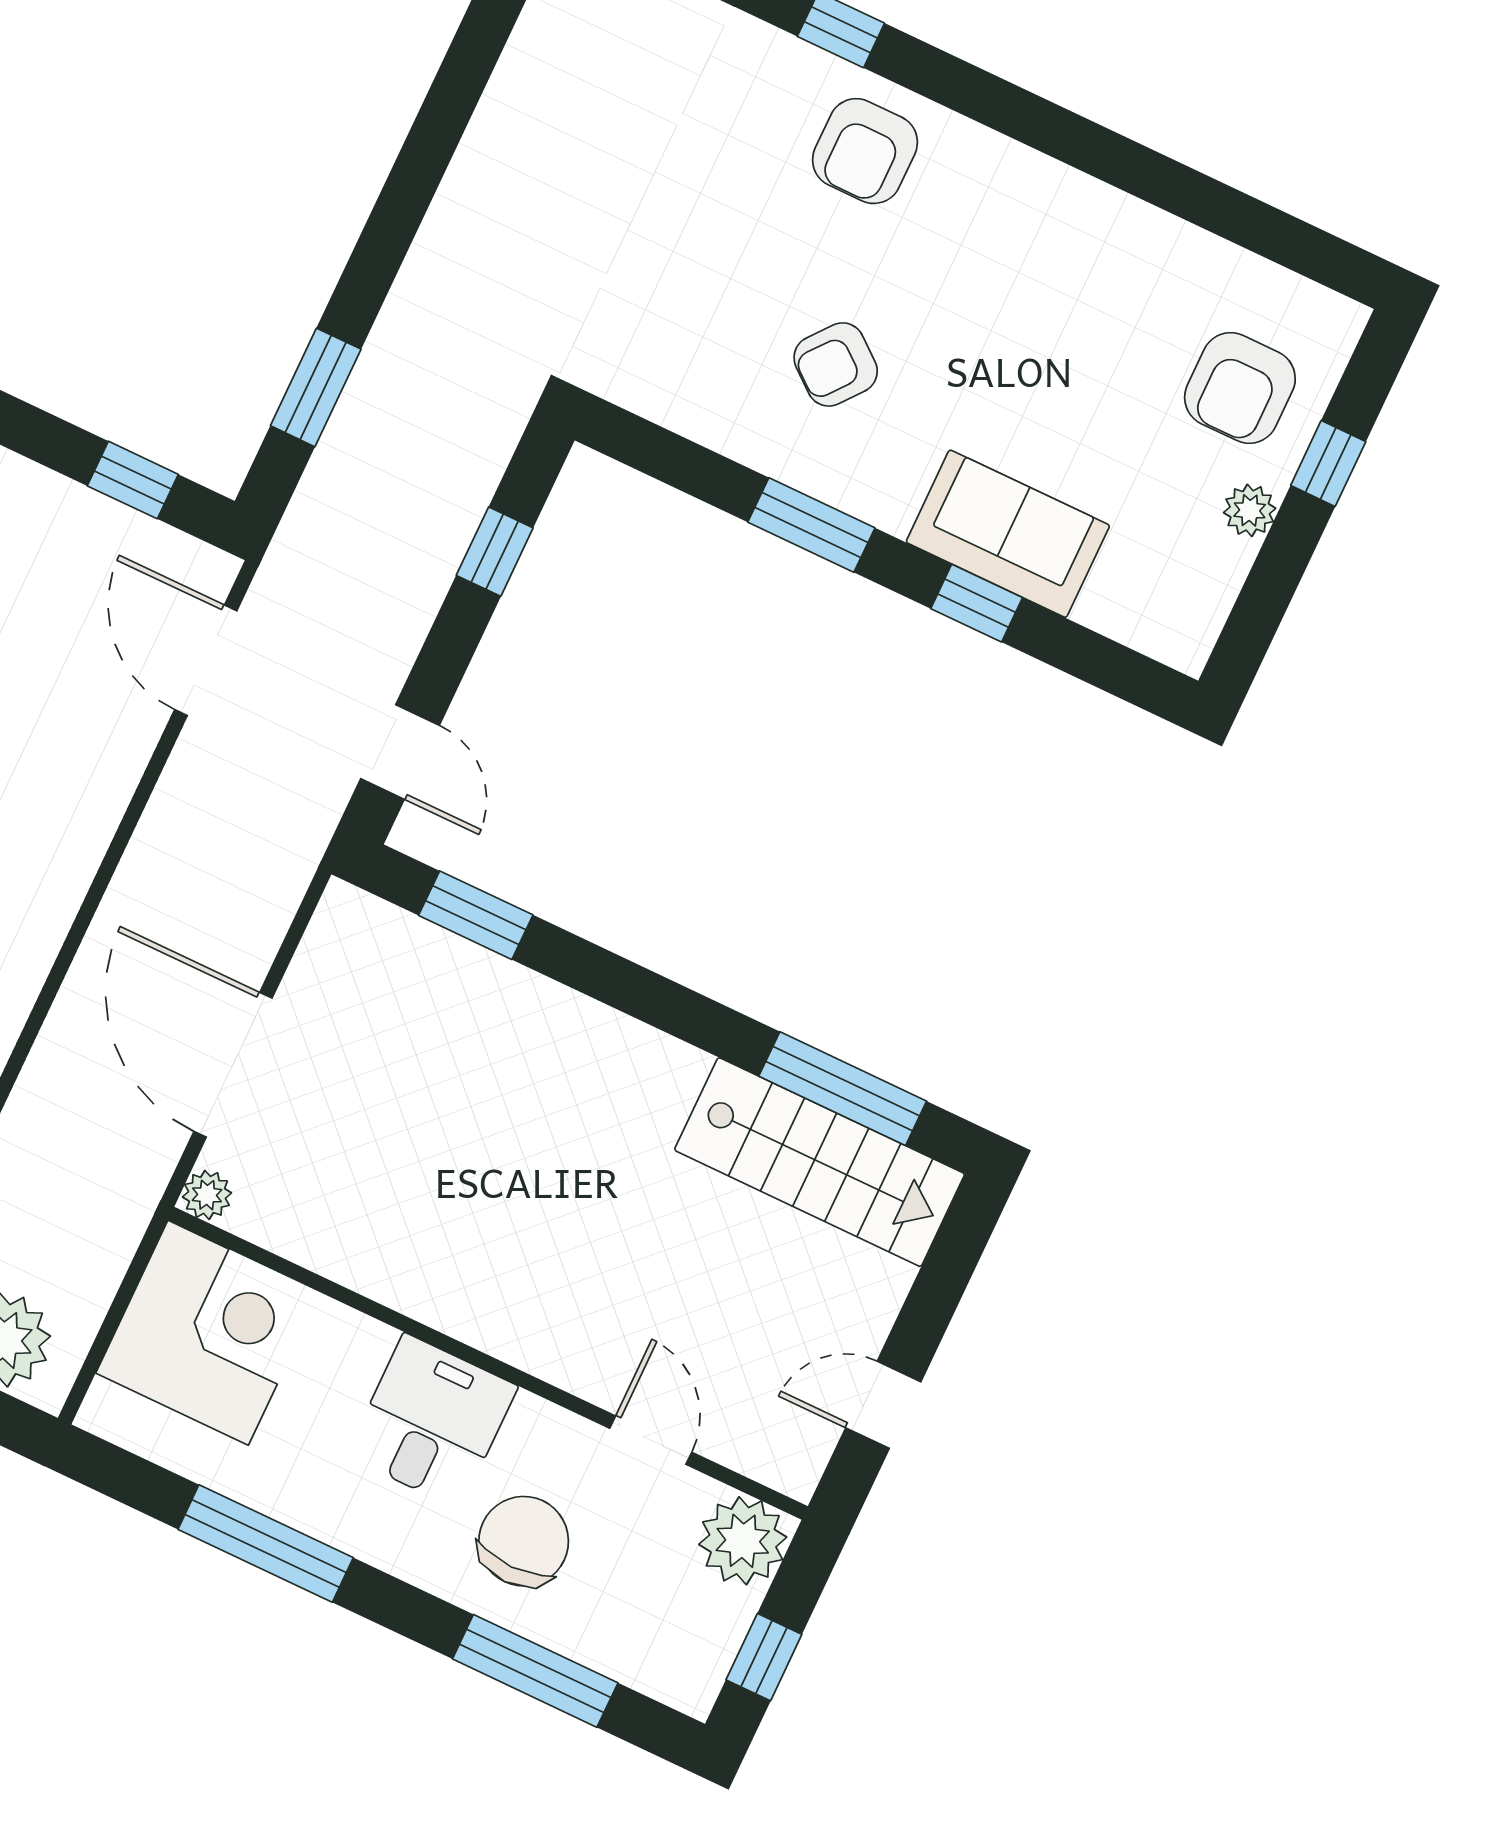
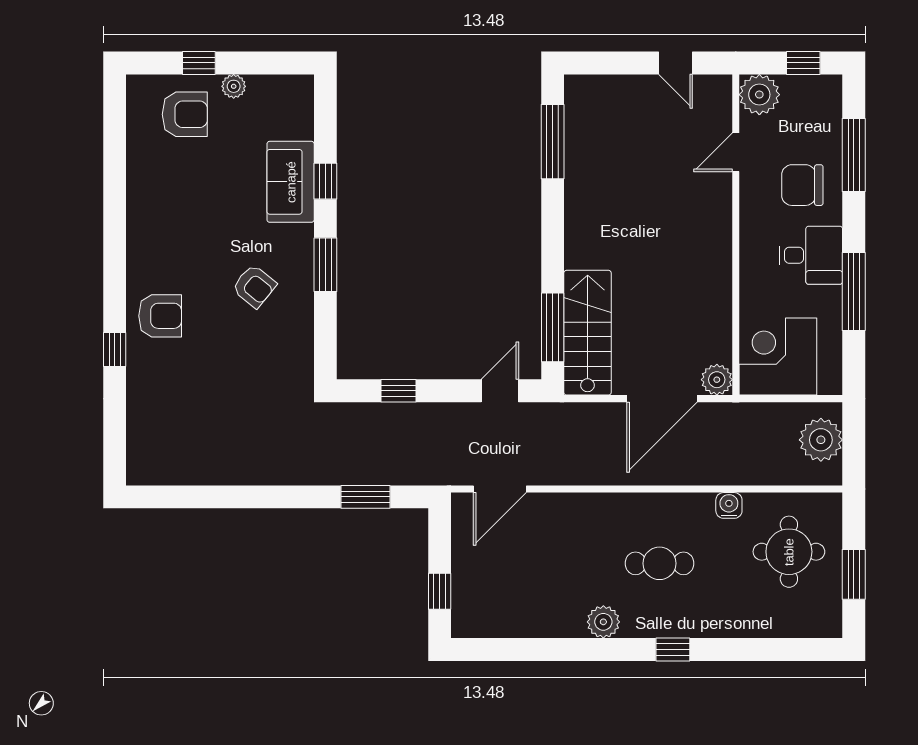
window: (133, 480) -> (440, 591), moved
window: (476, 915) -> (553, 327), width x1.44
stairs: (820, 1162) -> (588, 333), moved
plant: (207, 1195) -> (717, 380), width x1.38, depth x1.38
desk: (432, 1421) -> (811, 255), moved, turned 180

